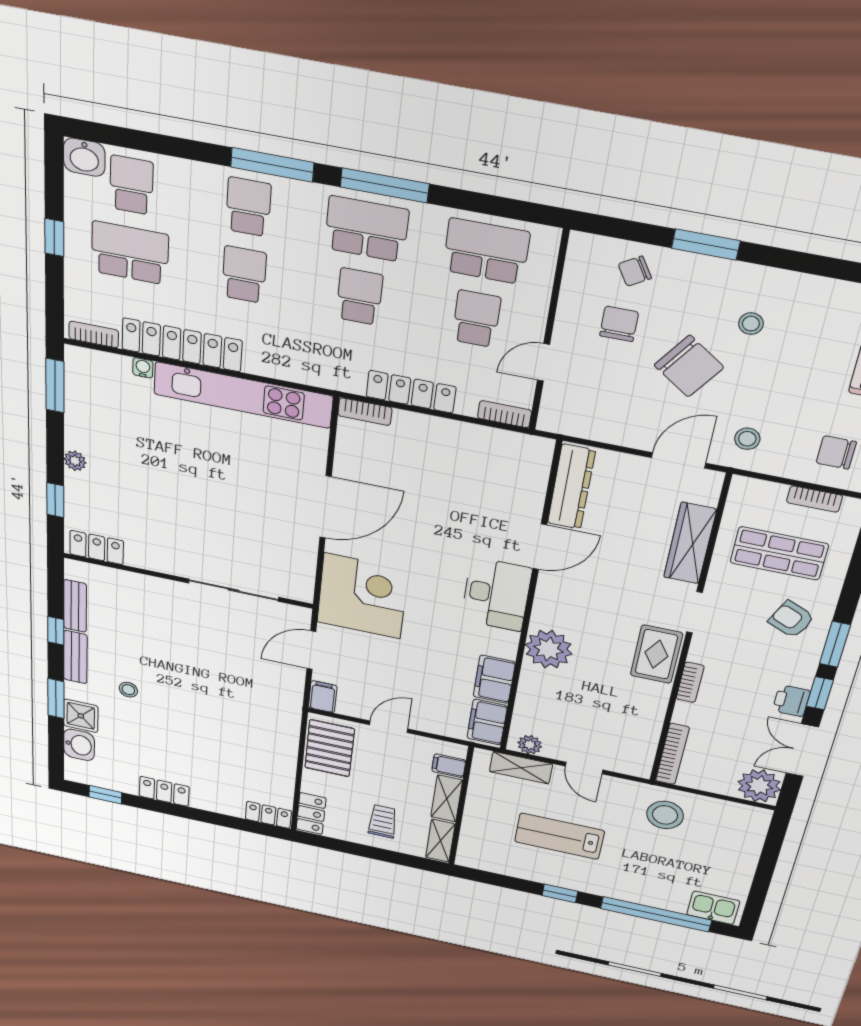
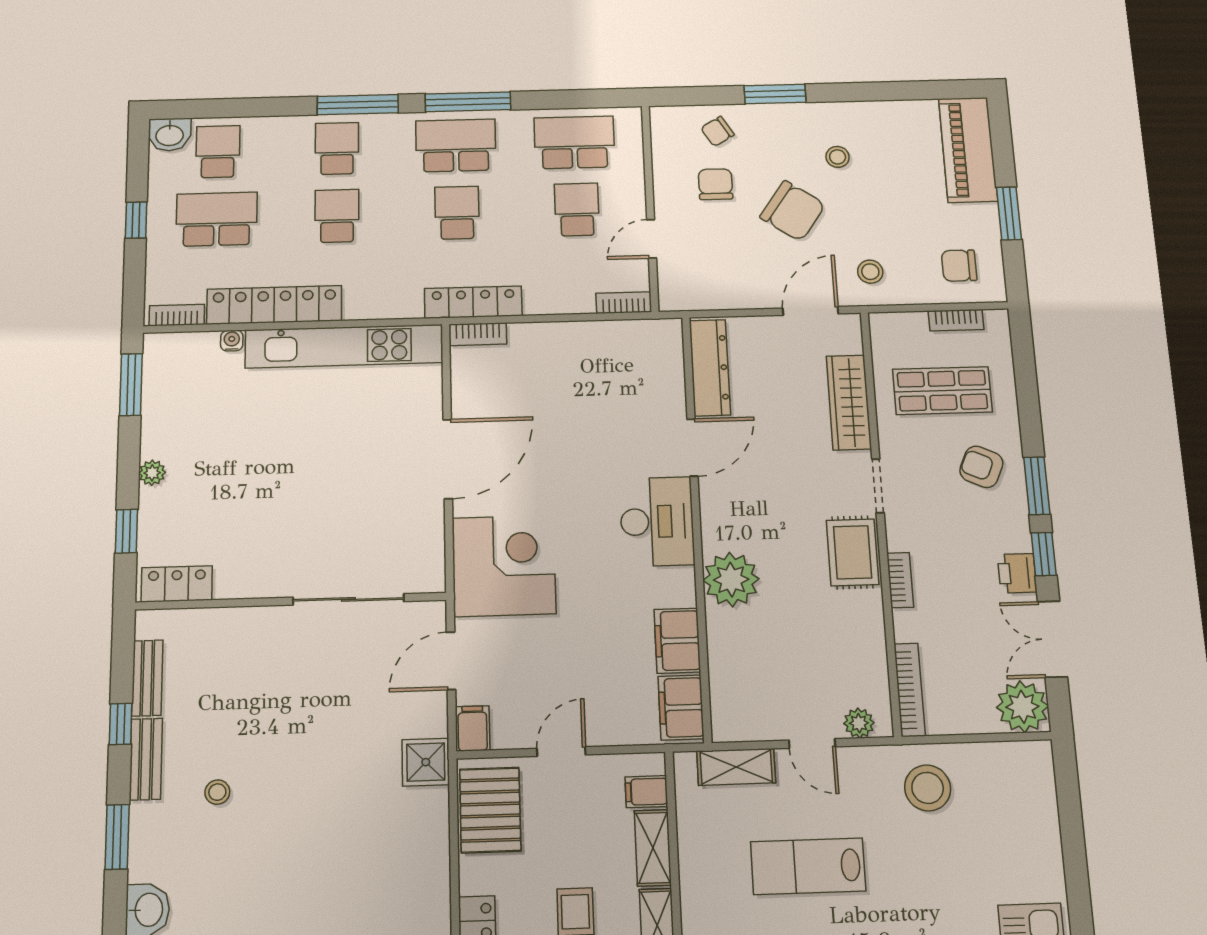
locker: (411, 392) -> (473, 302), moved
shower: (81, 716) -> (426, 762), moved
plant: (530, 745) -> (859, 723), moved

